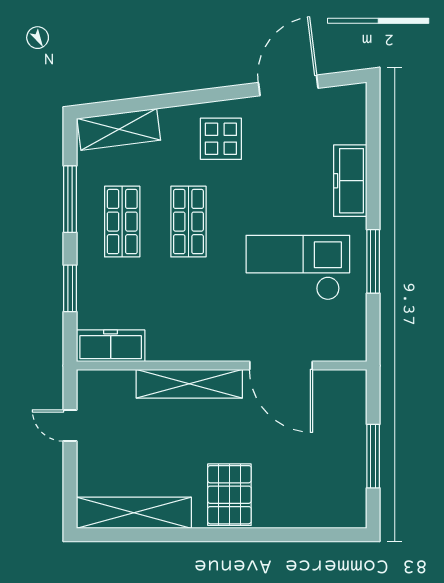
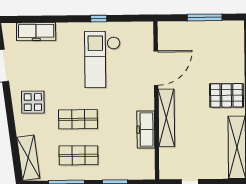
freezer: (350, 181) -> (36, 32), moved
window: (373, 261) -> (99, 19), width x0.46
freezer: (111, 346) -> (146, 130), moved

